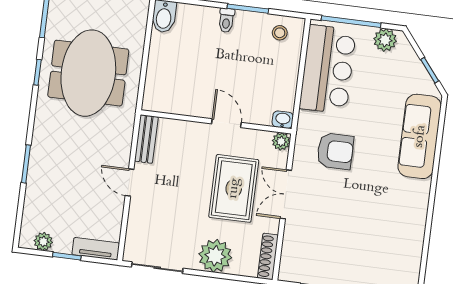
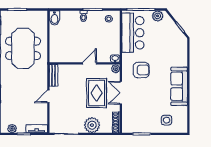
door: (226, 123) -> (89, 63), hinge flipped
sofa: (420, 136) -> (179, 86), moved
door: (130, 182) -> (48, 96), hinge flipped
side table: (376, 265) -> (166, 120), added

